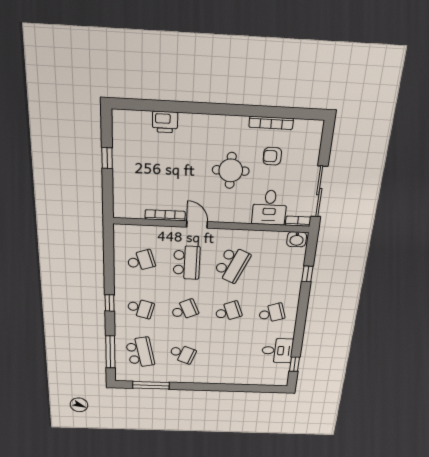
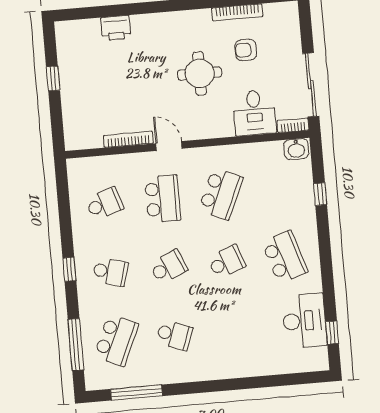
school desk: (272, 313) -> (285, 257), width x1.85
desk: (277, 351) -> (304, 321), width x1.37
school desk: (140, 352) -> (116, 340), turned 36

